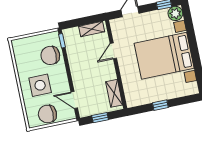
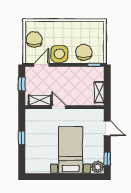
door: (113, 51) -> (59, 107), moved
bed with nightstands: (164, 56) -> (71, 150), width x0.73
side table: (40, 85) -> (59, 54), moved

